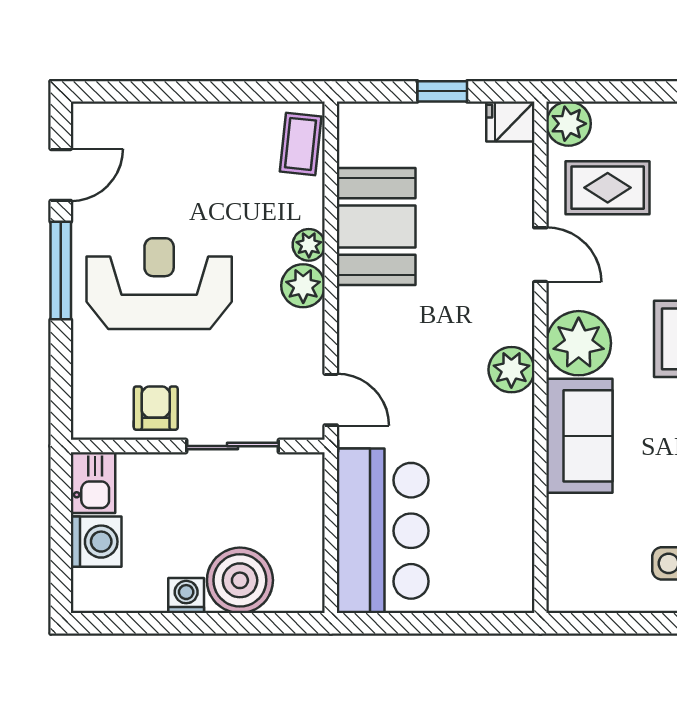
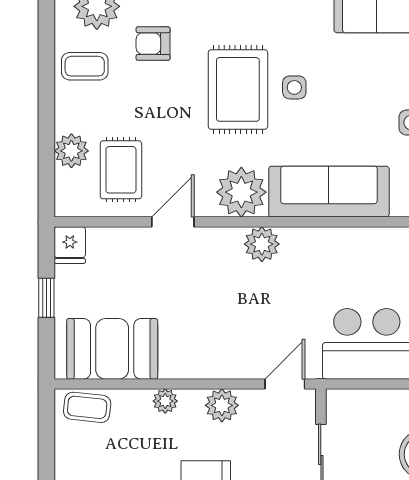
plant: (569, 124) -> (71, 151), moved
booth: (376, 227) -> (112, 349), moved
plant: (303, 286) -> (222, 405), moved
sofa: (579, 436) -> (329, 192), width x1.36

